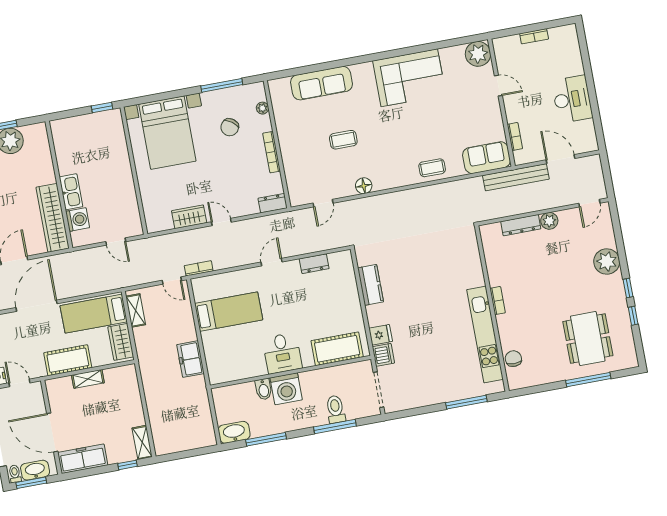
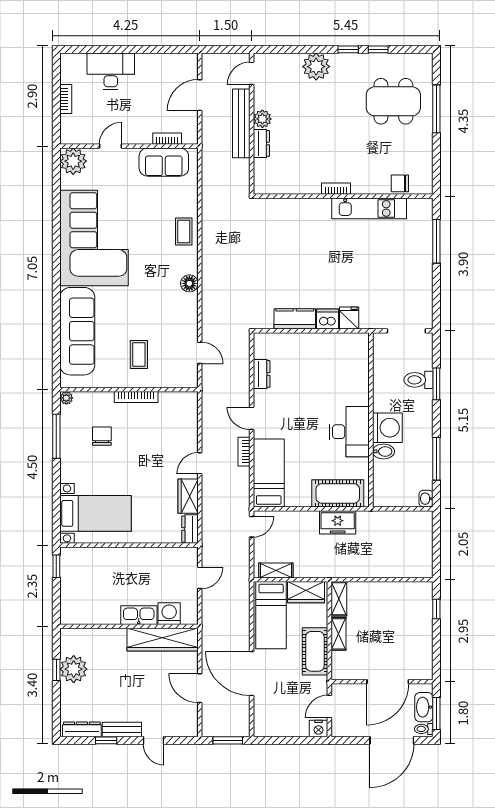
corner sofa: (409, 78) -> (94, 238), width x1.36, depth x1.36
sofa: (321, 83) -> (77, 331), width x1.36, depth x1.27
desk: (572, 99) -> (111, 71), moved
plant: (262, 108) -> (66, 398), moved
chair: (230, 127) -> (102, 436), turned -126
bed with nightstands: (167, 133) -> (95, 513), width x0.73
coffee table: (343, 140) -> (139, 354), moved
sofa: (487, 158) -> (164, 162), moved, turned -90
bench: (516, 177) -> (241, 123), moved
floor lamp: (364, 186) -> (189, 283), moved
dresser: (273, 203) -> (190, 529), moved
door: (589, 203) -> (252, 73), swing flipped
dresser: (521, 225) -> (261, 143), width x0.70
bookcase: (199, 268) -> (244, 452), moved
bed: (229, 312) -> (269, 473), moved
kitchen unit: (485, 334) -> (369, 208), width x0.73
cot: (337, 349) -> (338, 493), moved, turned 90
desk: (282, 353) -> (349, 432), width x1.37
dishwasher: (383, 355) -> (328, 319), moved
window: (335, 426) -> (436, 384), width x0.69
washbasin: (234, 432) -> (426, 499), width x0.52, depth x0.69
shelving: (142, 442) -> (339, 599), moved, turned 90
freezer: (83, 459) -> (421, 655), removed

